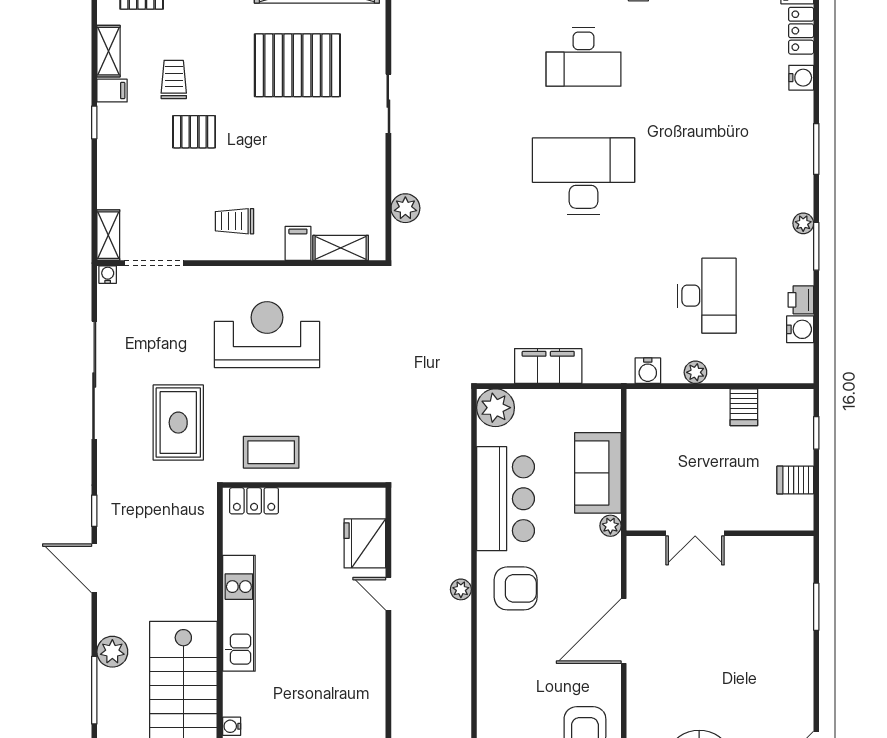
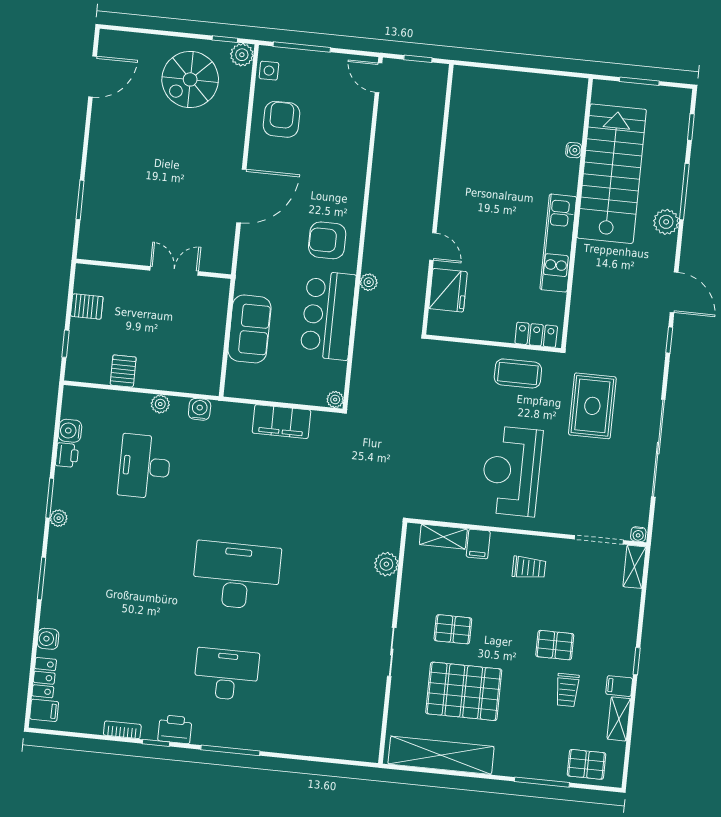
pallet: (318, 138) -> (453, 629), added
desk: (583, 176) -> (236, 576), turned 180
reception desk: (267, 335) -> (511, 471), turned 90
plant: (496, 408) -> (335, 400), width x0.53, depth x0.53
plant: (610, 526) -> (243, 284), removed
plant: (461, 589) -> (369, 282), moved

